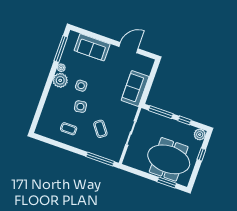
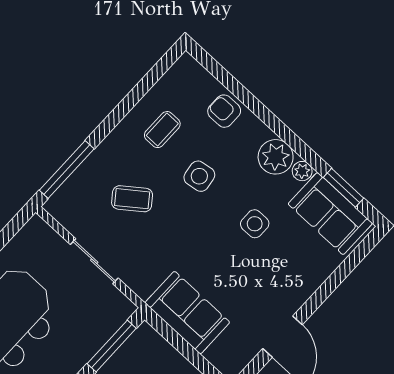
sofa: (92, 47) -> (330, 214), moved, turned -90
window: (61, 49) -> (343, 188), width x0.69
side table: (81, 86) -> (255, 224), moved
armchair: (51, 108) -> (224, 111), added

